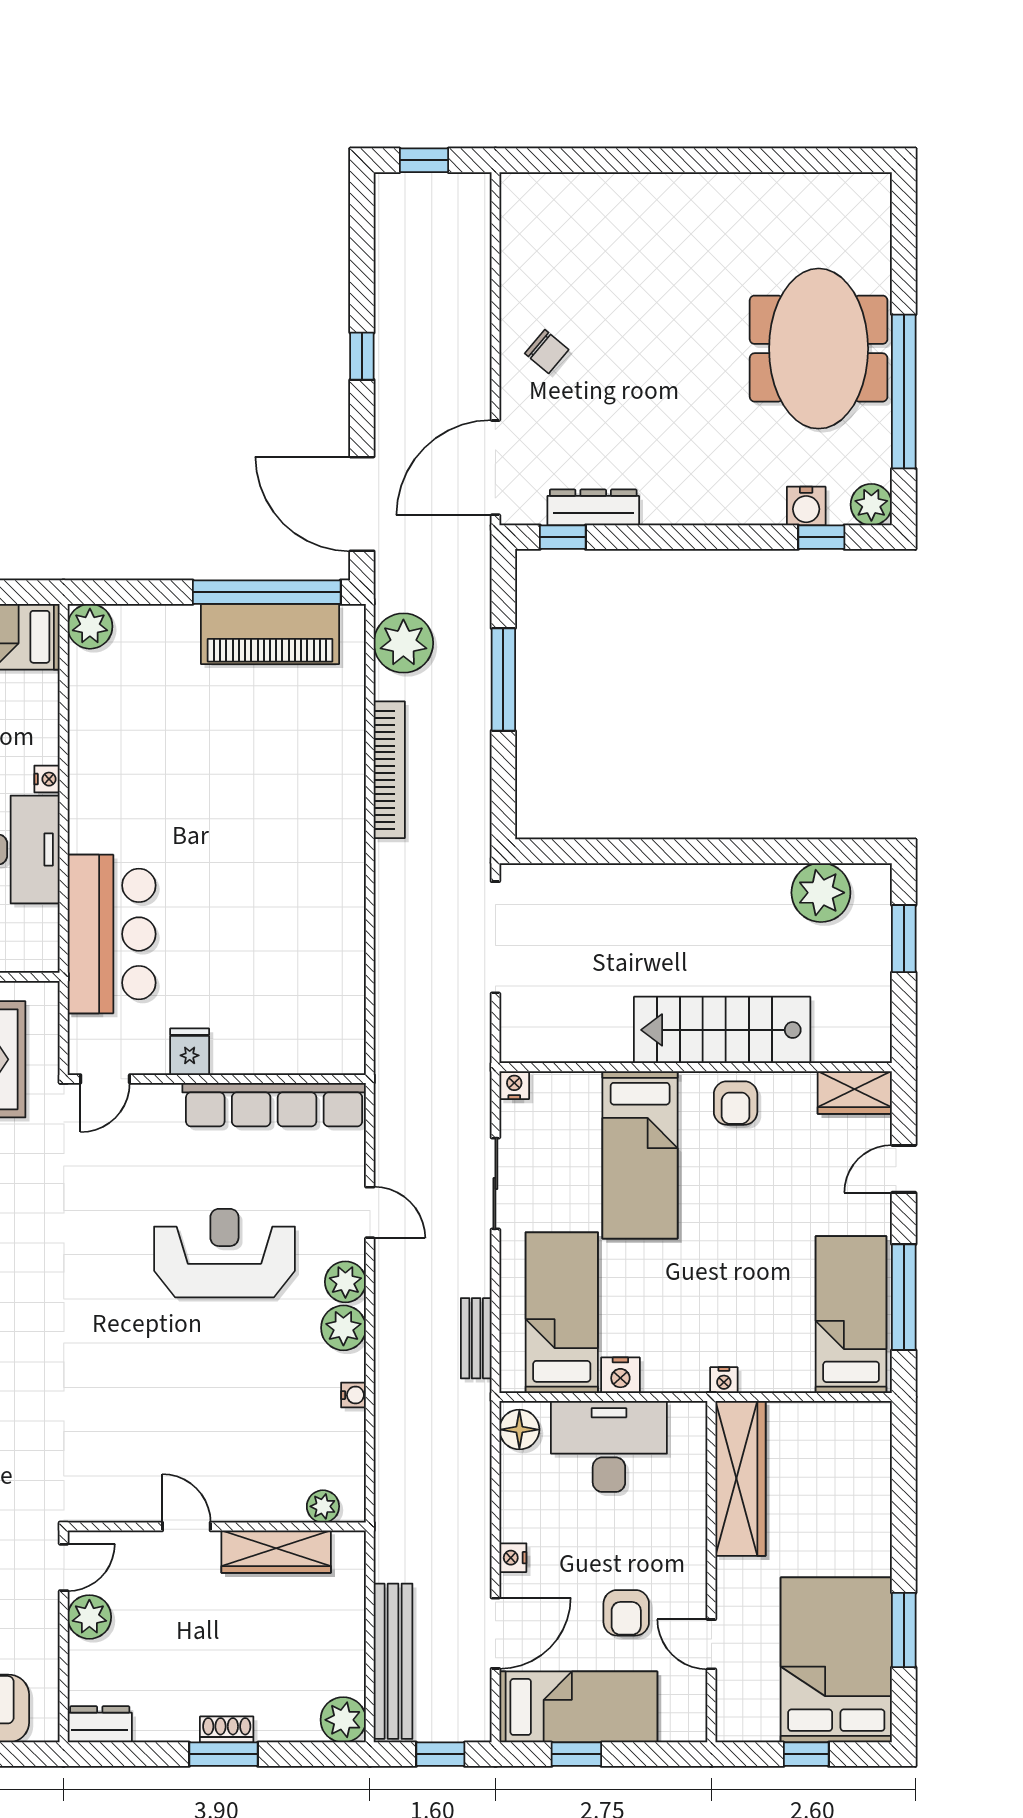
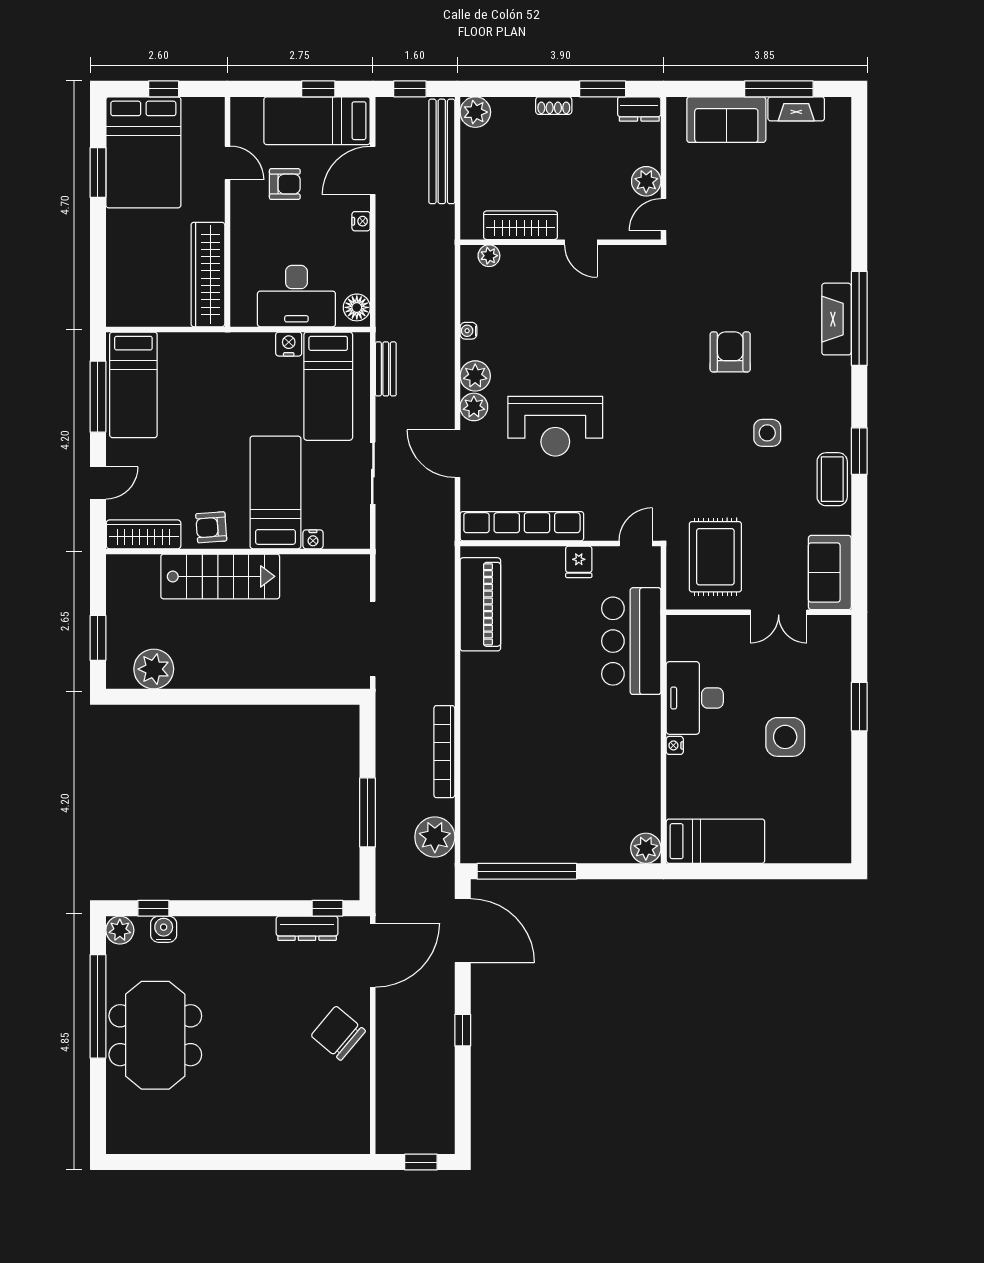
chair: (547, 352) -> (338, 1033), width x1.87, depth x1.87
piano: (270, 634) -> (480, 604), moved, turned 90
nightstand: (514, 1085) -> (313, 539), moved
wardrobe: (854, 1092) -> (144, 534), width x1.50
armchair: (736, 1103) -> (211, 527), turned -94
door: (370, 1212) -> (457, 454), width x1.38
nightstand: (724, 1380) -> (219, 341), removed
armchair: (626, 1613) -> (285, 184), turned 90
window: (224, 1754) -> (603, 89), moved

